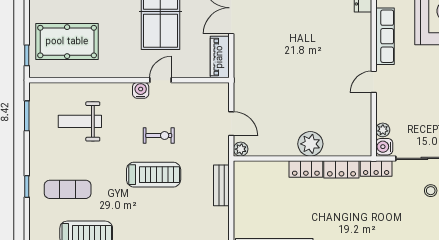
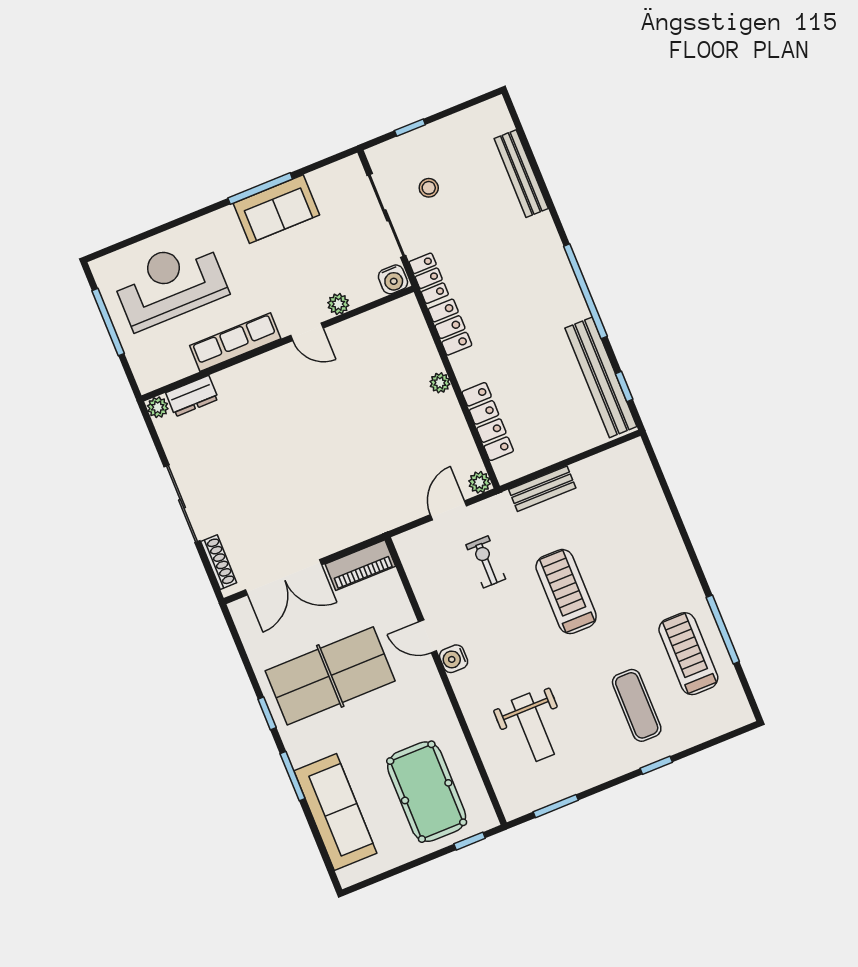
plant: (383, 130) -> (338, 304), moved
exercise bike: (159, 135) -> (486, 562), moved
plant: (310, 144) -> (440, 383), width x0.53, depth x0.53
locker: (306, 169) -> (488, 422), moved, width x1.53

